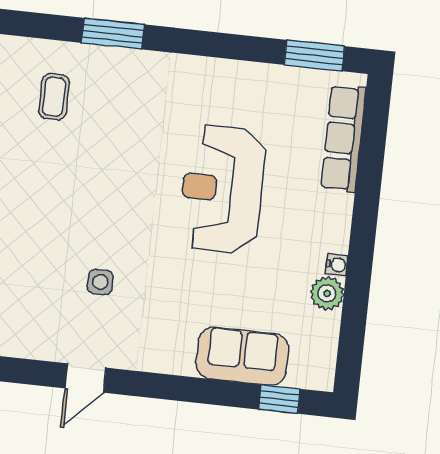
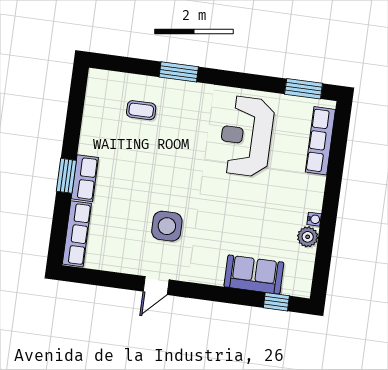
coffee table: (54, 97) -> (141, 110), turned 90
reception desk: (222, 189) -> (246, 136), moved
side table: (100, 282) -> (167, 226), width x1.87, depth x1.87

